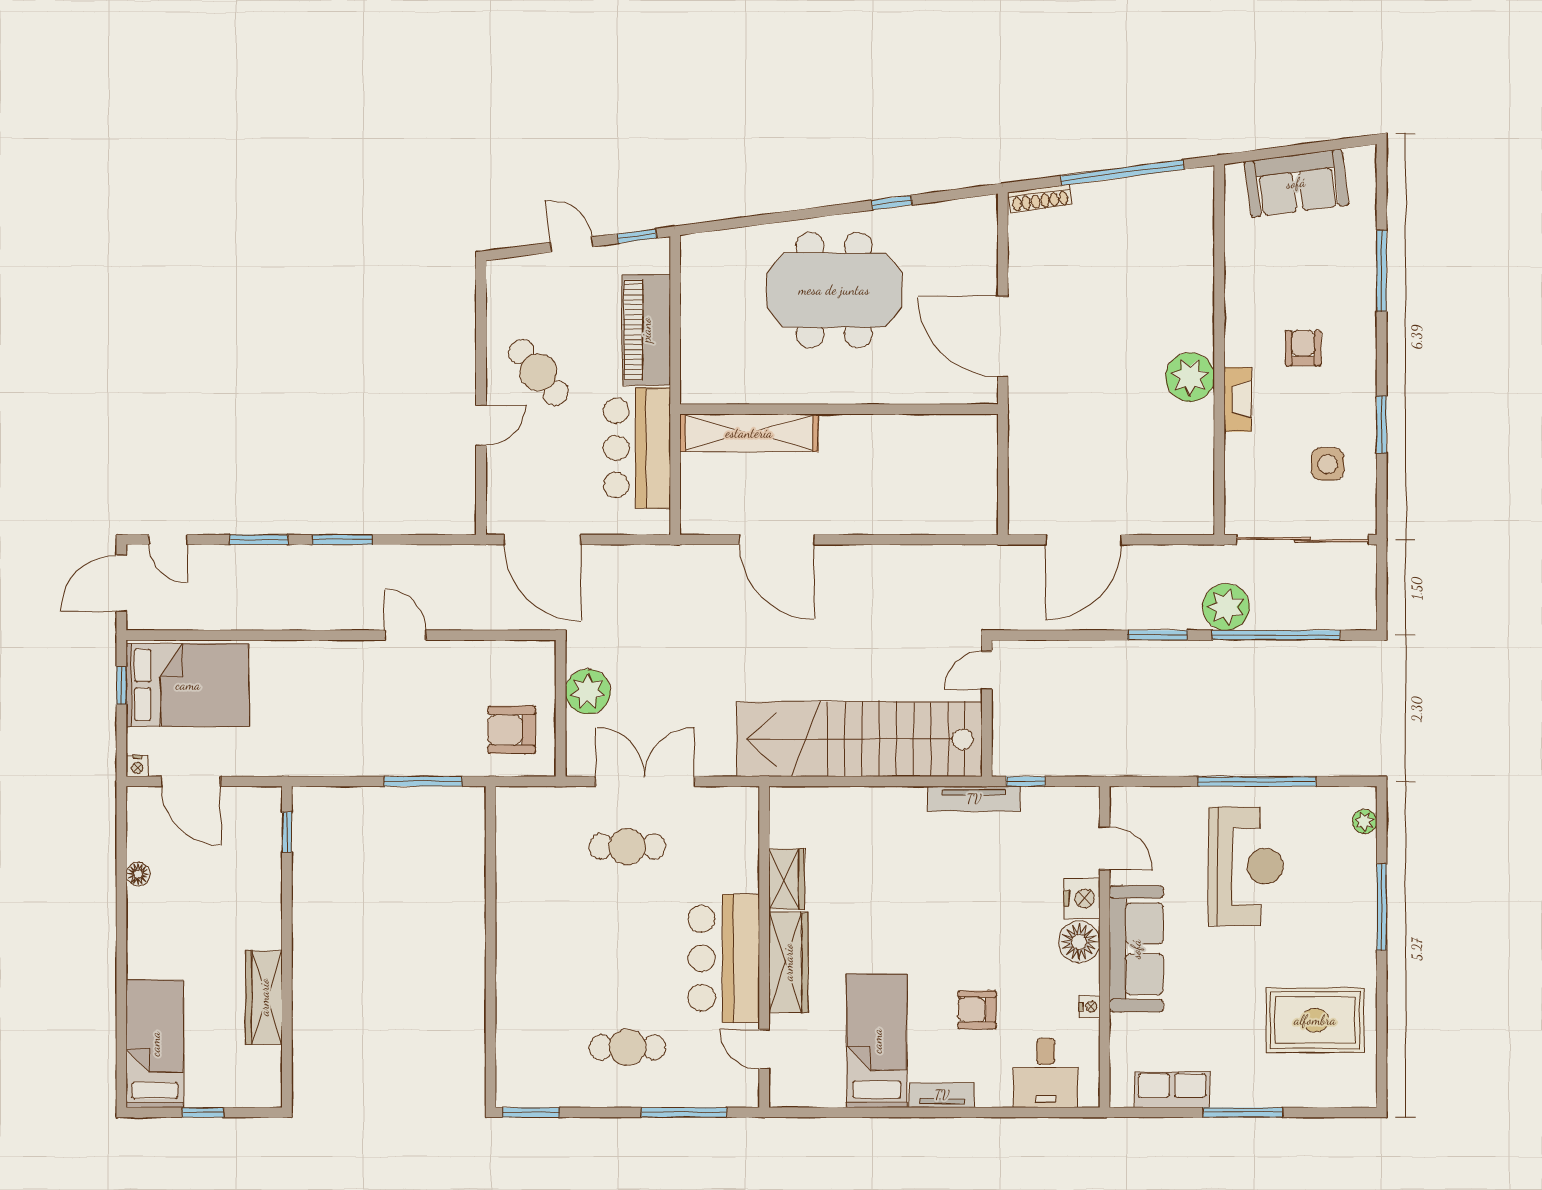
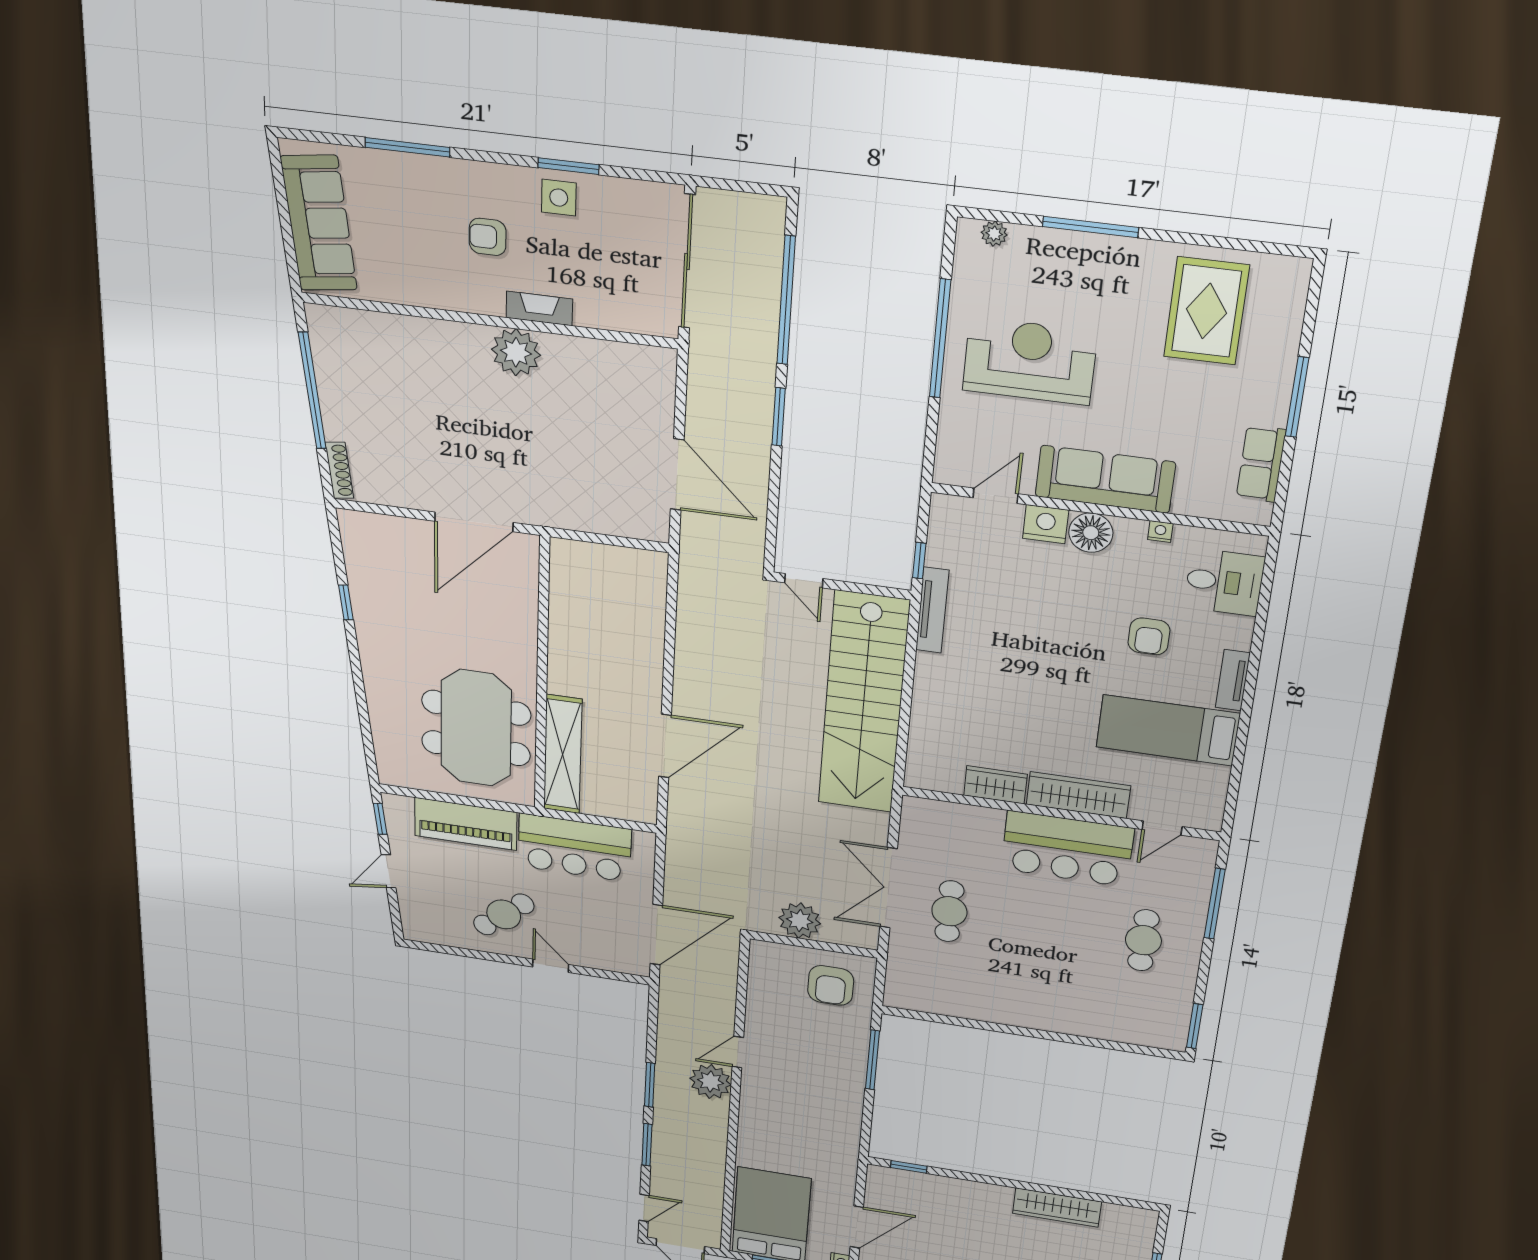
sofa: (1296, 183) -> (319, 223), width x1.36
meeting table: (834, 290) -> (476, 728), moved
side table: (1328, 464) -> (559, 198), moved
plant: (1226, 607) -> (710, 1082), moved

